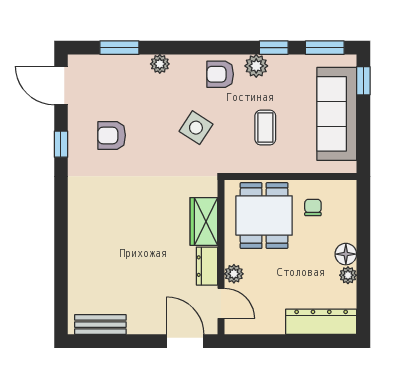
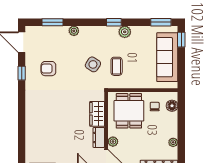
window: (274, 48) -> (114, 22), moved
armchair: (220, 74) -> (106, 36), removed
coffee table: (265, 128) -> (117, 66), moved
floor lamp: (346, 254) -> (172, 106), moved

